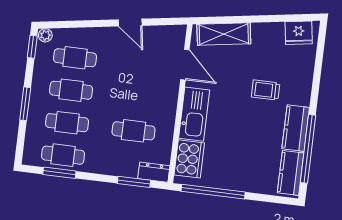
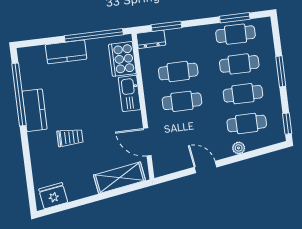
plant: (45, 35) -> (239, 148), moved
cafe table: (138, 98) -> (182, 101), added
kitchen sink: (194, 114) -> (130, 93), width x0.73, depth x0.81
kitchen counter: (291, 173) -> (66, 52), moved, turned 90

